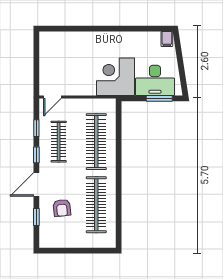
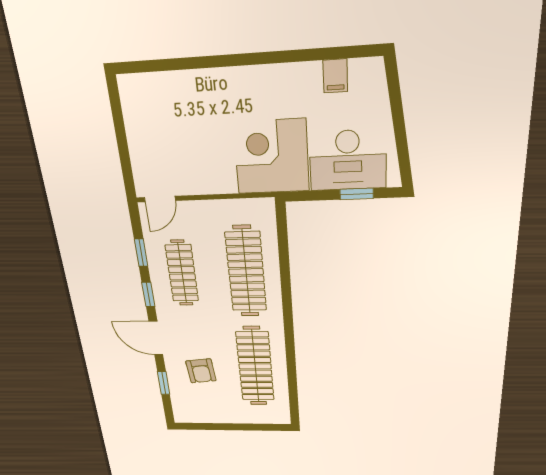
filing cabinet: (167, 39) -> (335, 76), moved
window: (159, 98) -> (357, 194), width x0.67
door: (36, 184) -> (156, 338), hinge flipped

